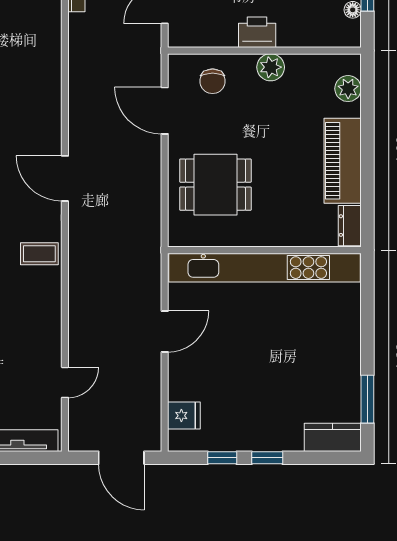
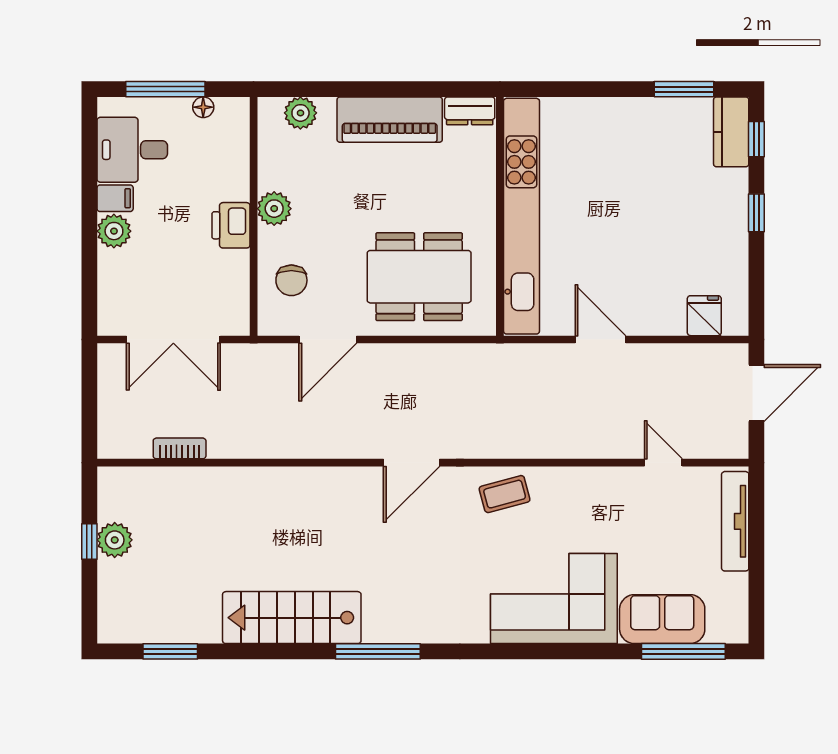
chair: (213, 81) -> (291, 280), turned 90
dining table: (215, 185) -> (419, 277), width x1.38
coffee table: (39, 254) -> (505, 494), turned 75
window: (222, 458) -> (756, 139), moved

